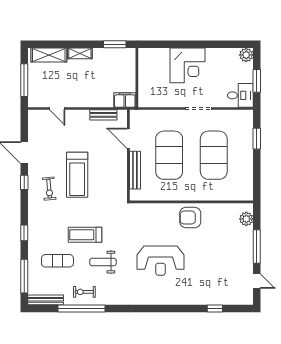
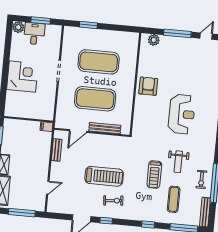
desk: (240, 95) -> (34, 34), moved
filing cabinet: (125, 100) -> (46, 127), width x0.50
armchair: (190, 218) -> (148, 86), turned 180

